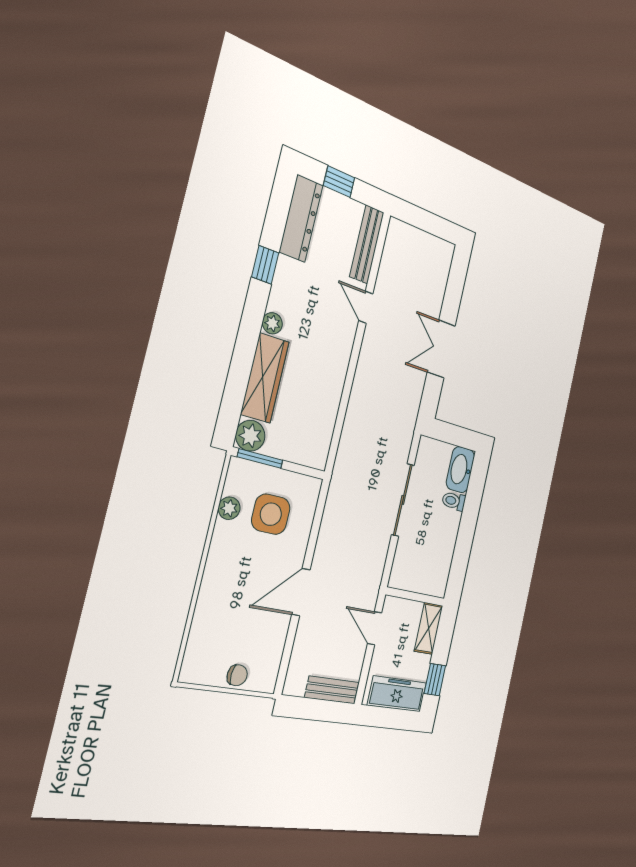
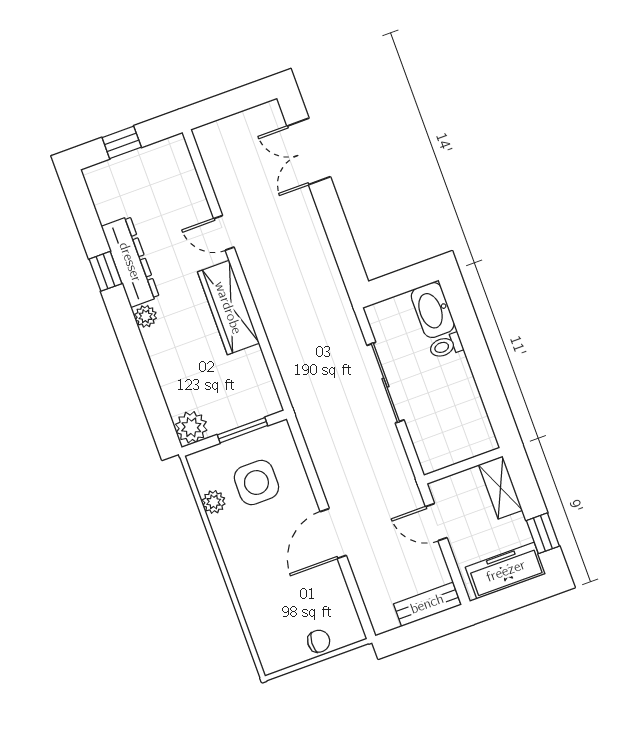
dresser: (301, 218) -> (130, 262), moved
bench: (367, 244) -> (186, 175), removed
double door: (441, 349) -> (309, 151), moved
wardrobe: (265, 378) -> (228, 308), moved, turned 180
window: (260, 458) -> (242, 430), moved

